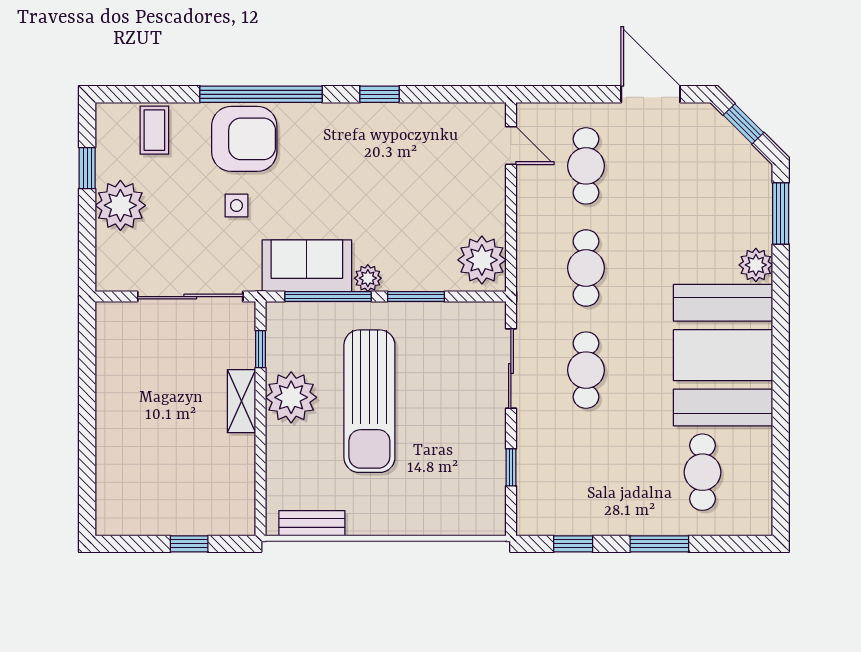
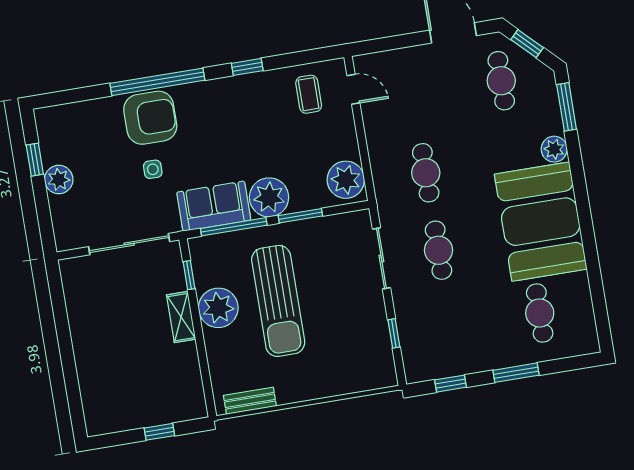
coffee table: (154, 130) -> (309, 94), moved
cafe table: (586, 166) -> (501, 81), moved
plant: (120, 205) -> (59, 180), width x0.73, depth x0.73
plant: (368, 278) -> (269, 197), width x1.87, depth x1.87

